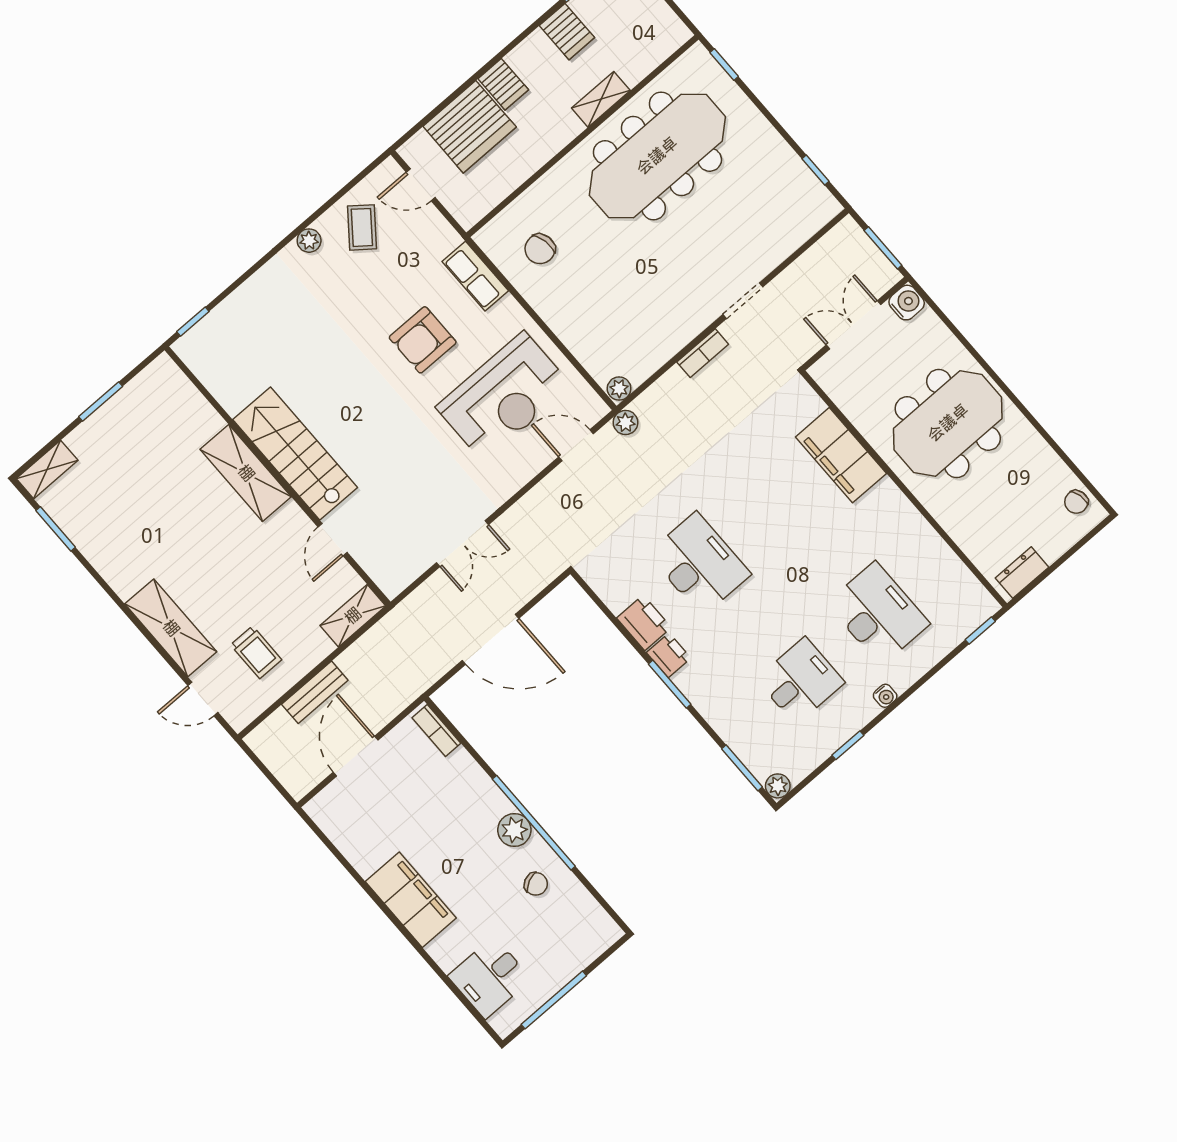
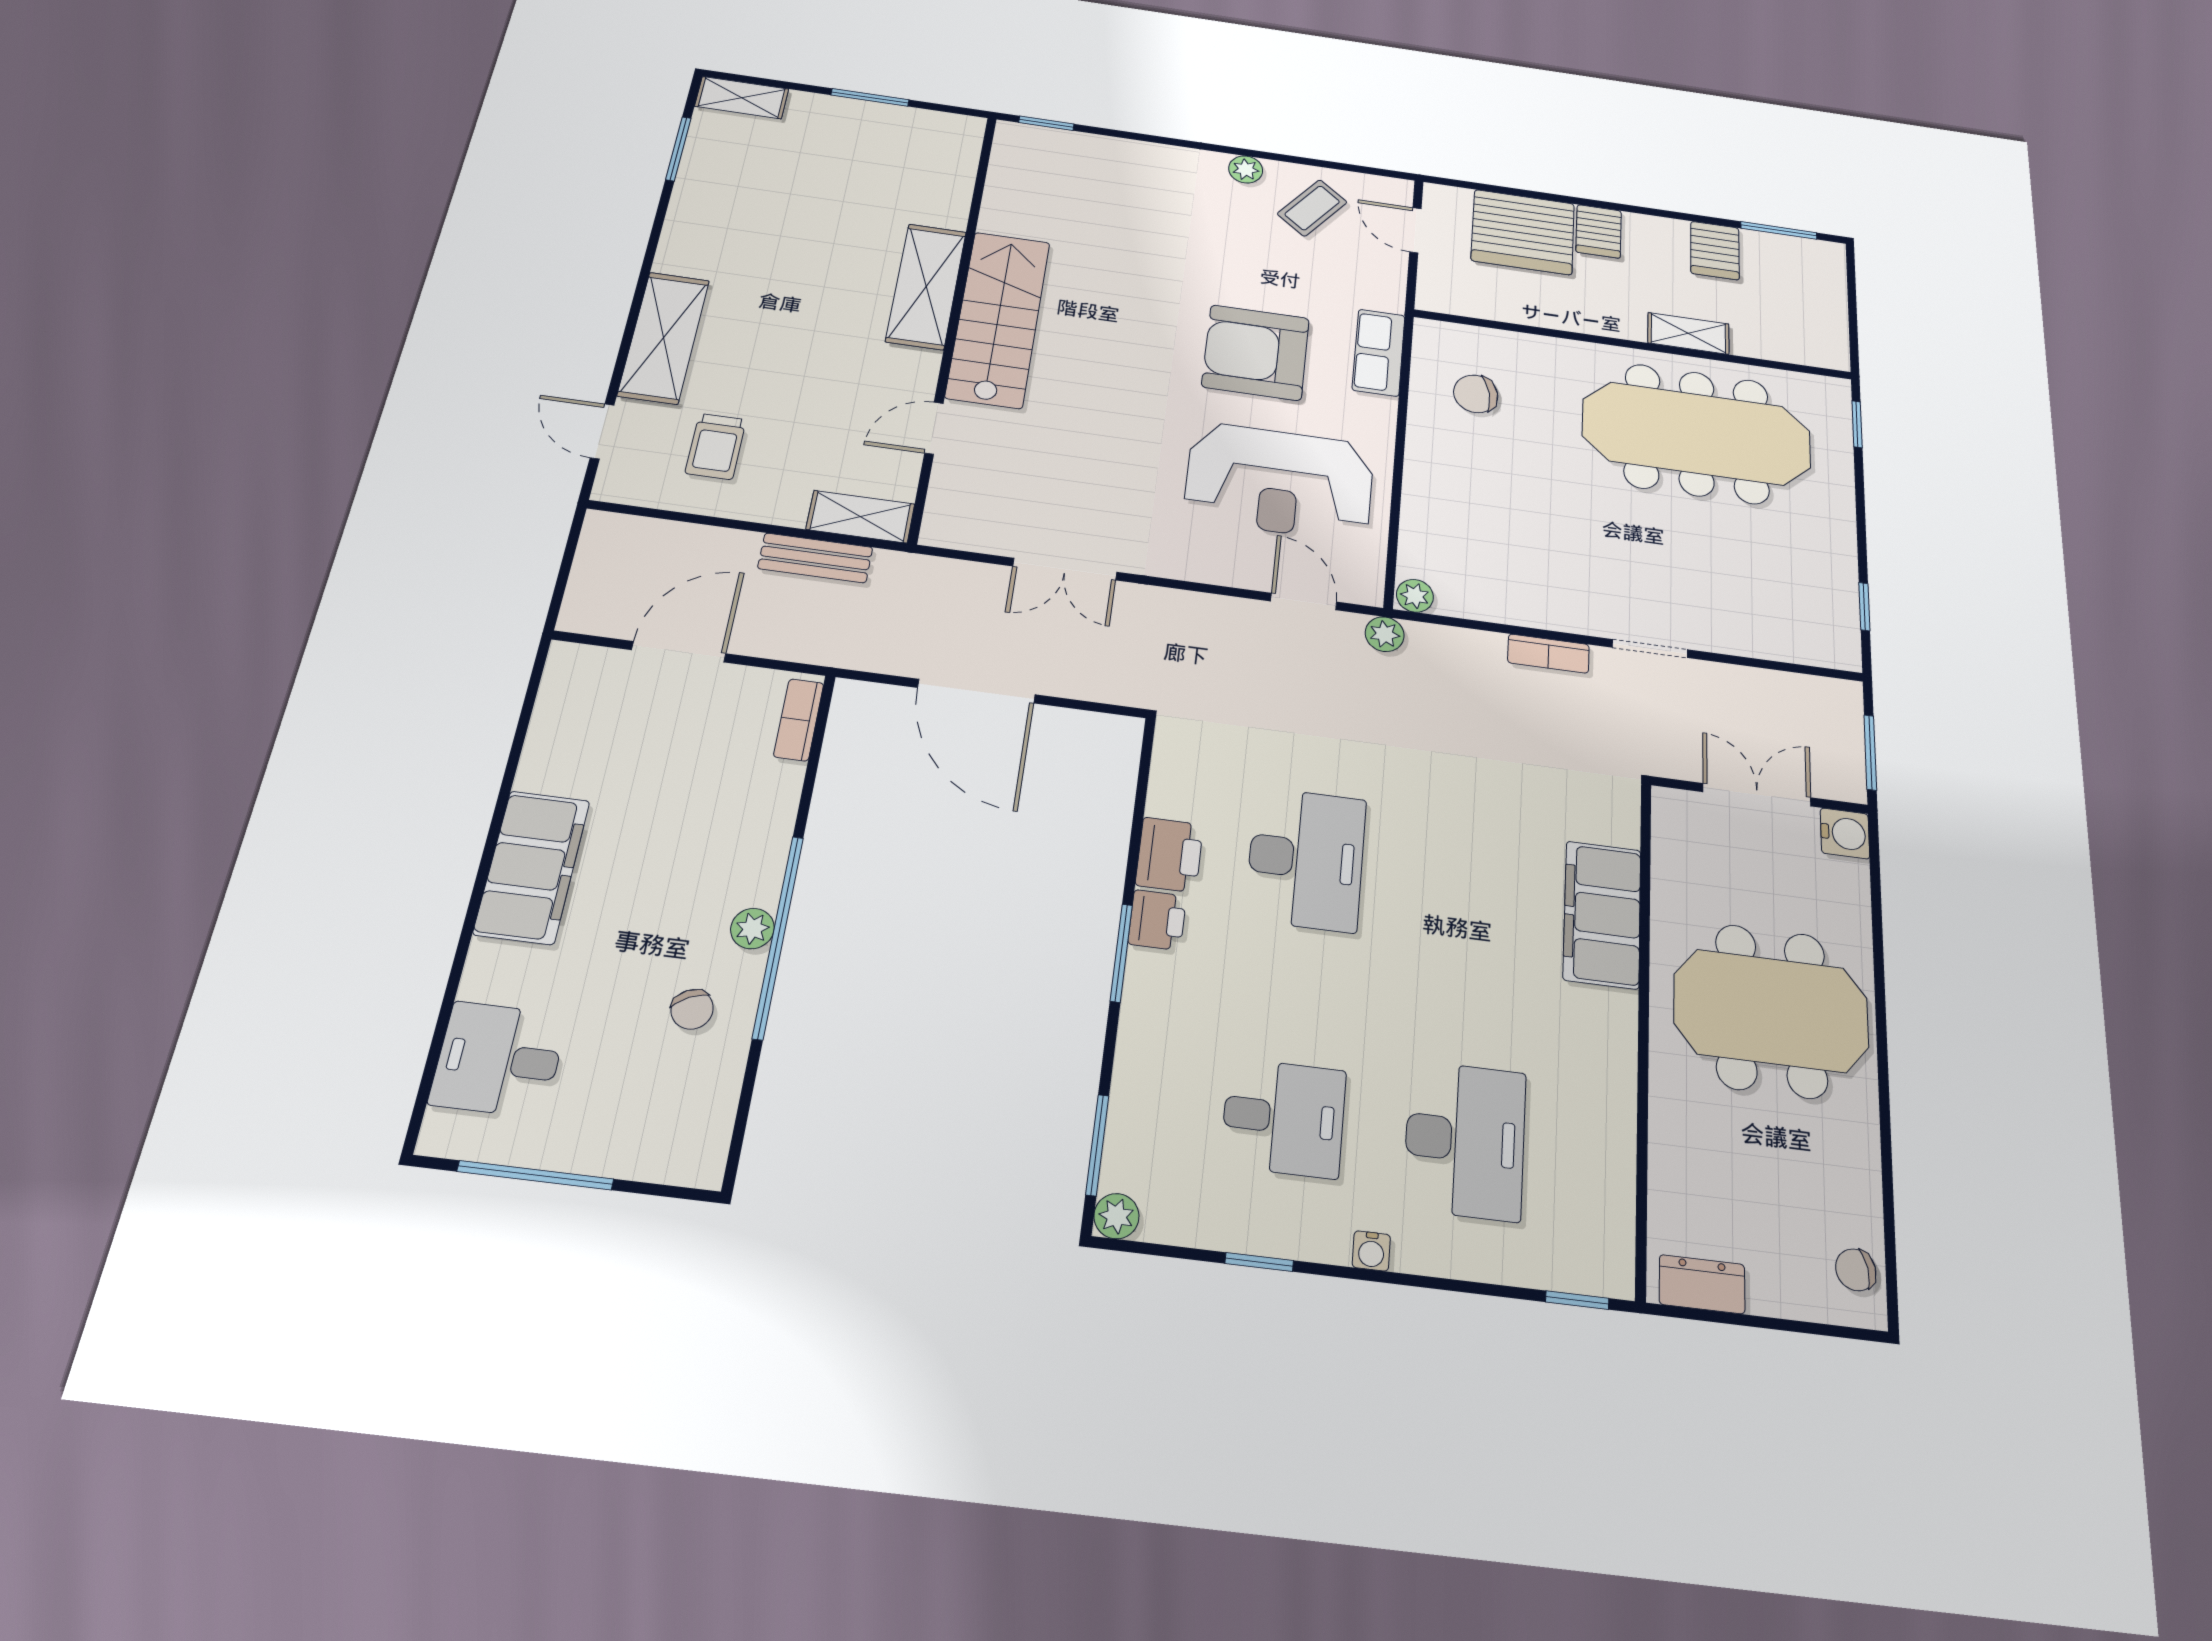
armchair: (423, 340) -> (1256, 352), width x1.36, depth x1.36
bench: (315, 692) -> (815, 558), moved
plant: (514, 830) -> (752, 929), width x0.73, depth x0.73

